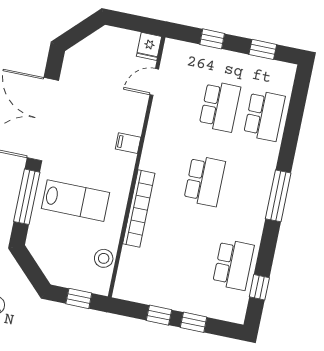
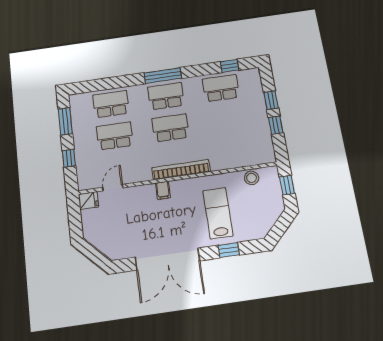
window: (263, 49) -> (65, 121), width x1.50
door: (154, 82) -> (113, 188), swing flipped
school desk: (249, 190) -> (166, 96), added
window: (27, 197) -> (229, 250), width x0.46
bookcase: (139, 208) -> (181, 170), moved

